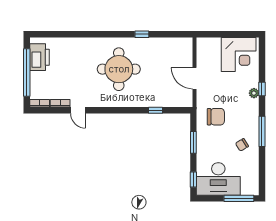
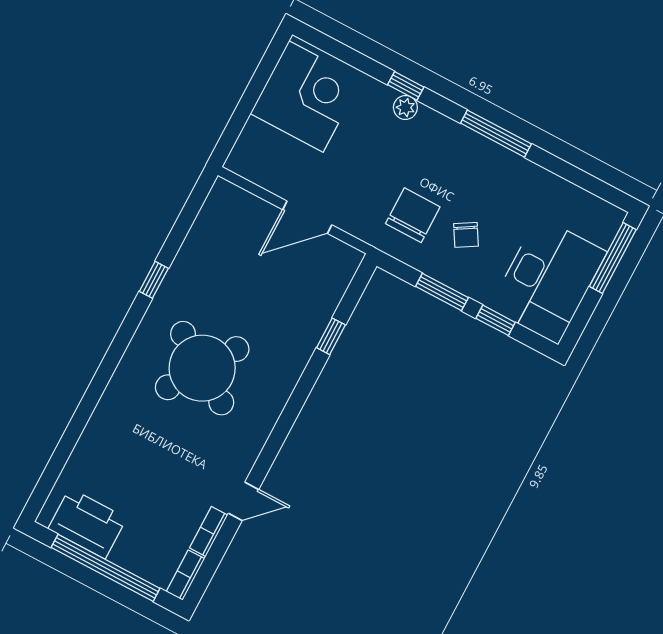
round table: (119, 69) -> (202, 368), turned 33
chair: (242, 145) -> (466, 235), moved
window: (193, 179) -> (496, 320), moved

